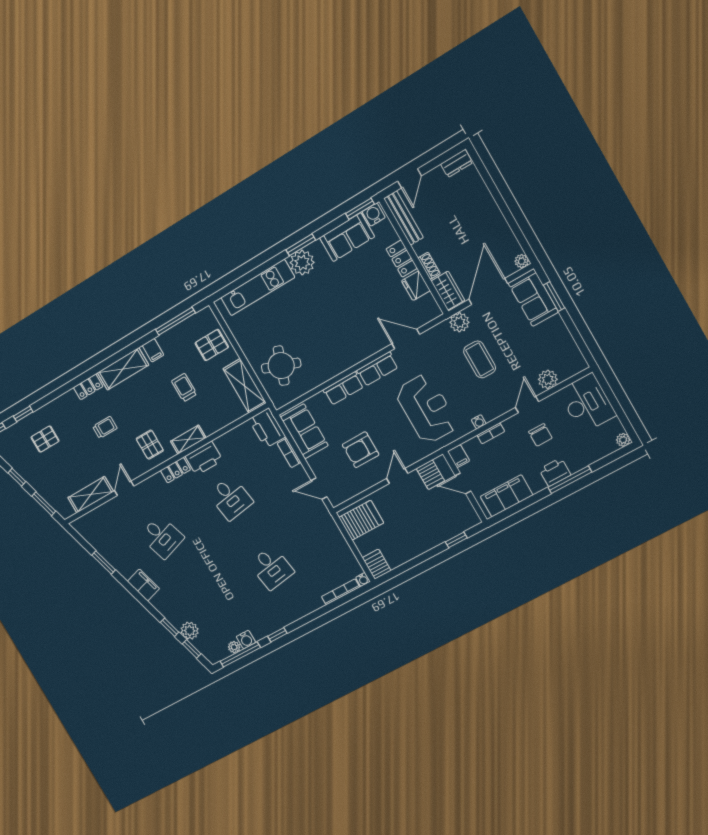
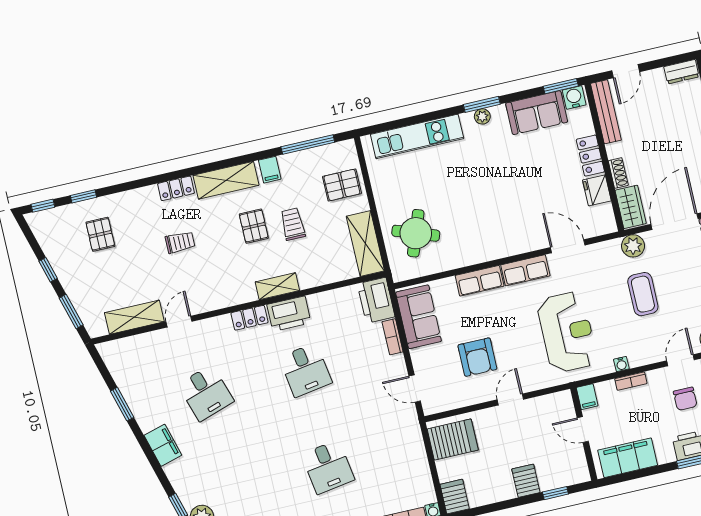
plant: (302, 263) -> (482, 116), width x0.53, depth x0.53
pallet: (45, 439) -> (100, 234), turned 90
pallet: (150, 445) -> (254, 226), moved
armchair: (361, 450) -> (477, 357), turned -90
server rack: (430, 475) -> (526, 481), moved, turned 180

